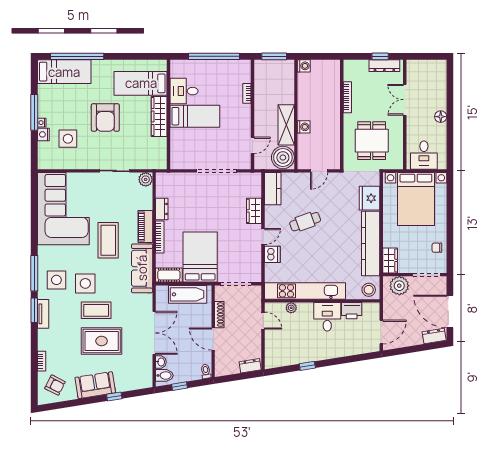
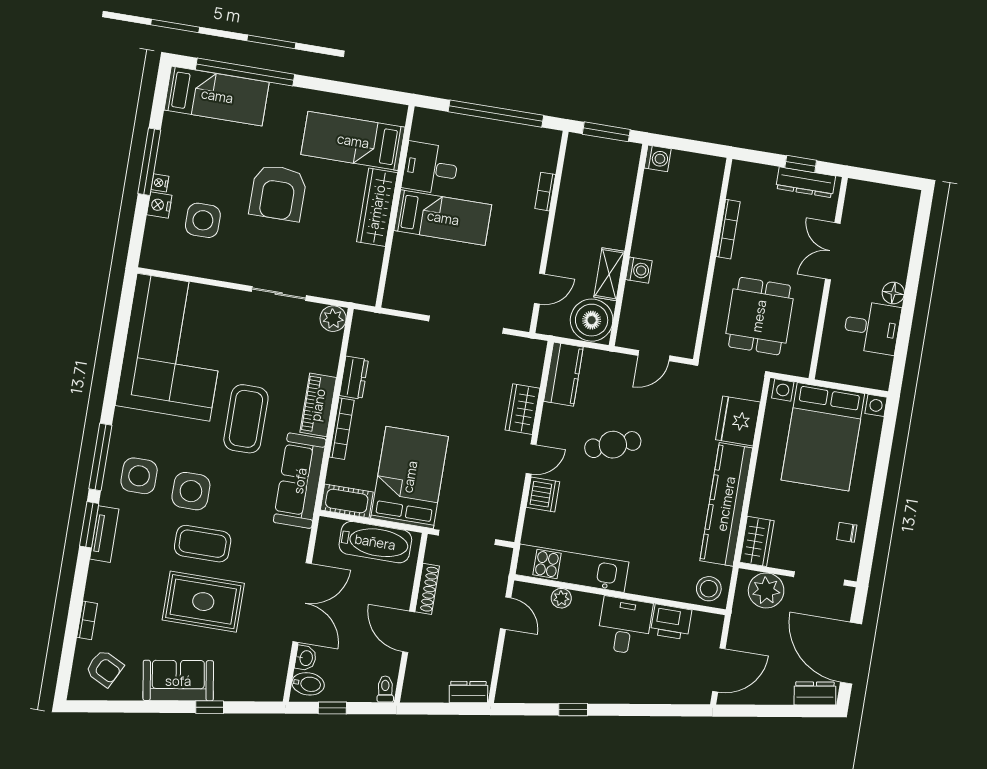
shelving: (286, 125) -> (609, 274), width x0.67, depth x0.75
desk: (424, 155) -> (872, 327), moved, turned -90
kitchen unit: (305, 291) -> (572, 568), width x0.73

